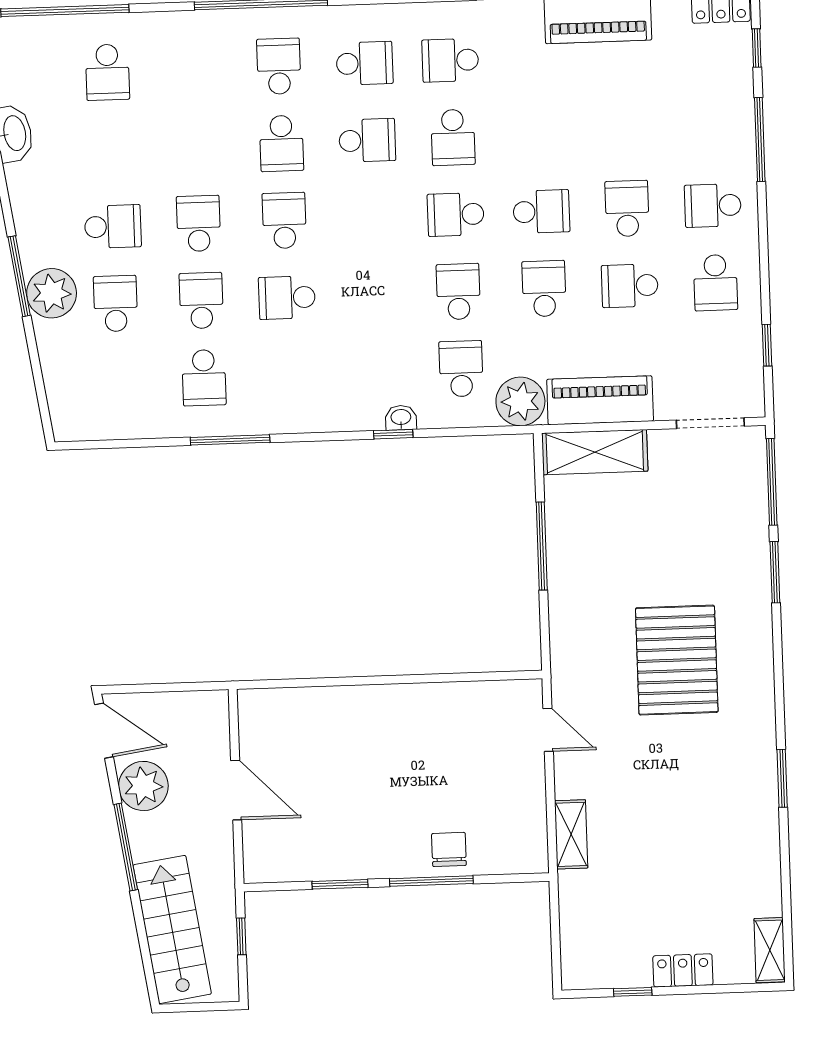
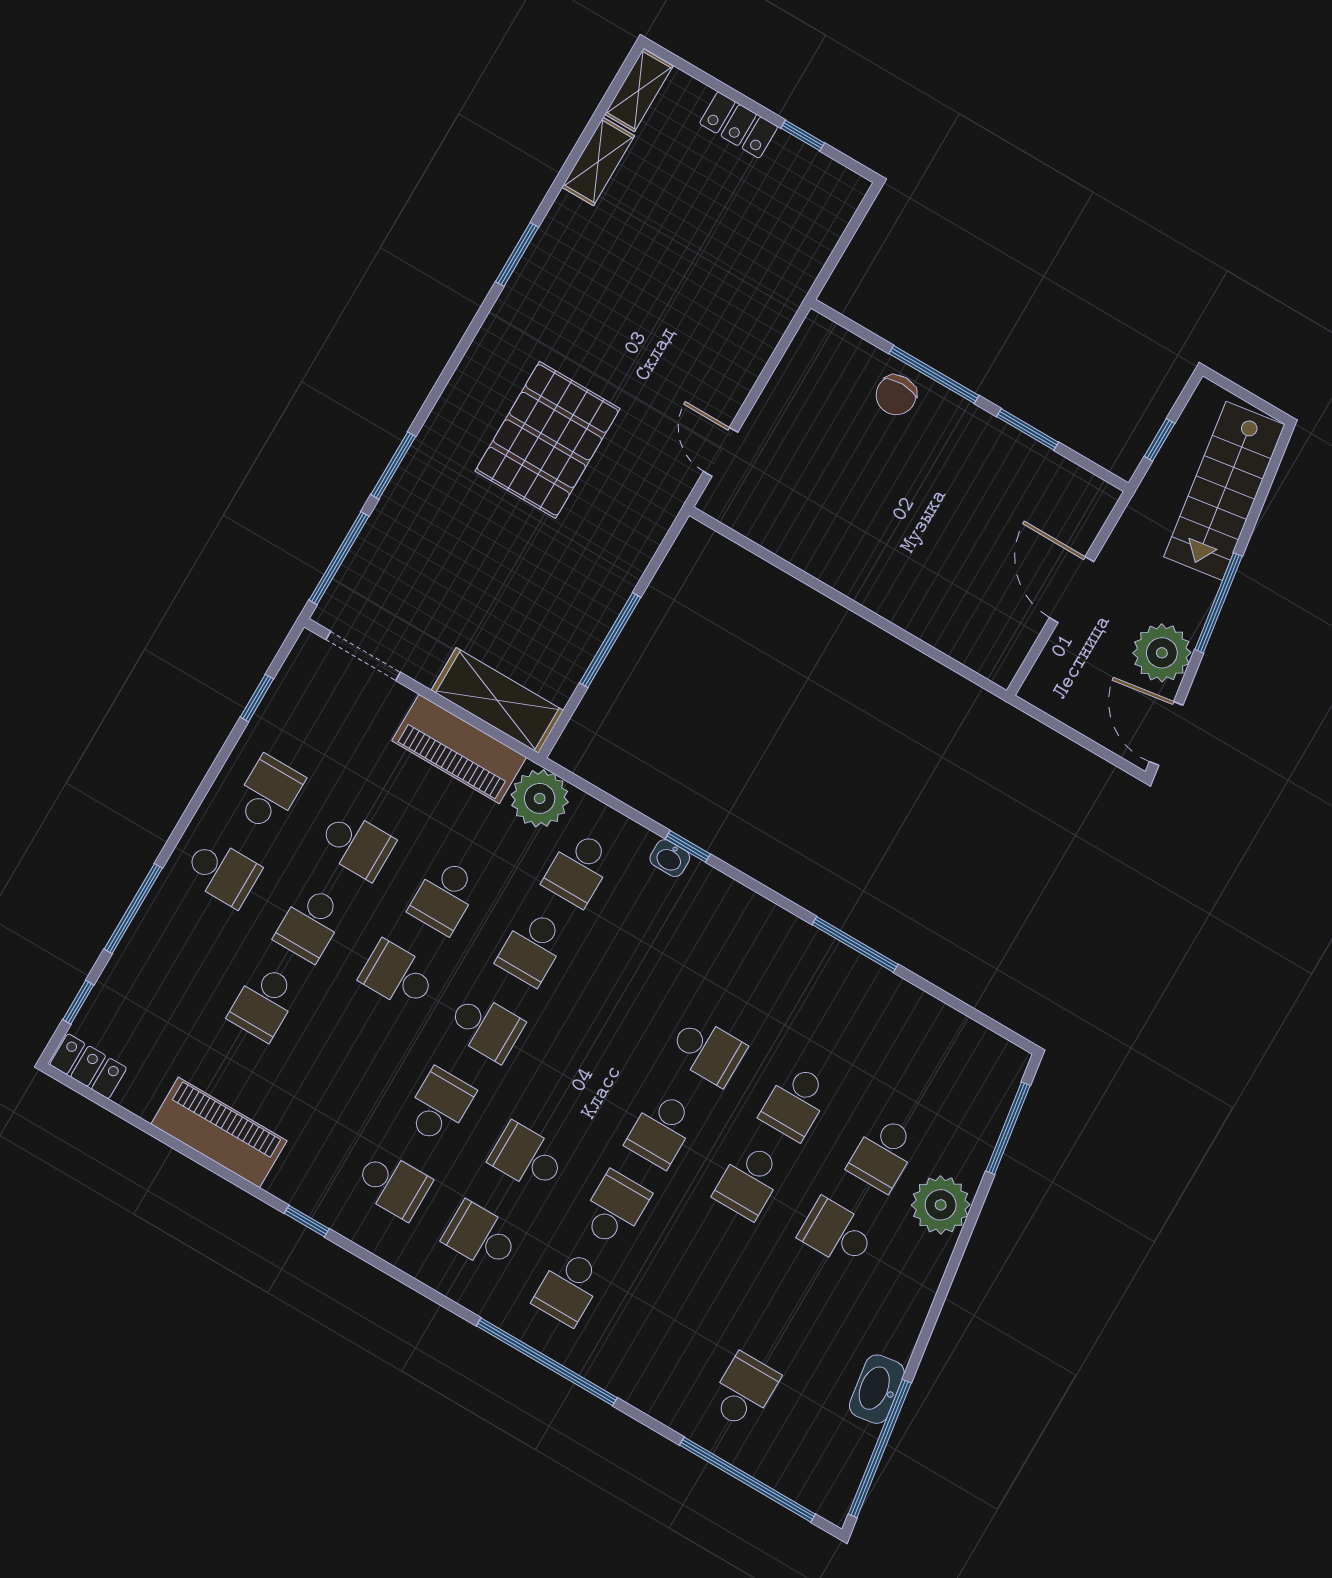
window: (19, 276) -> (1008, 1128), moved
school desk: (204, 378) -> (264, 1003), moved, turned 180
shelving: (571, 834) -> (598, 161), moved

